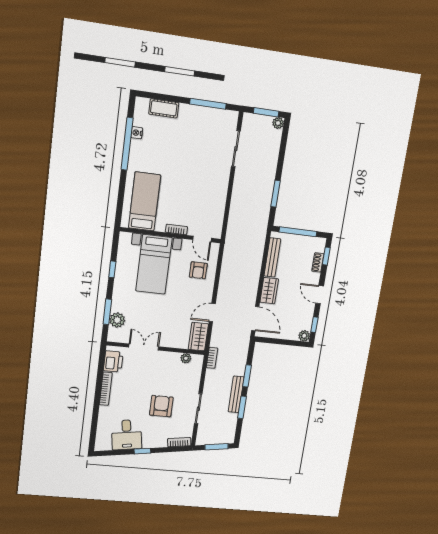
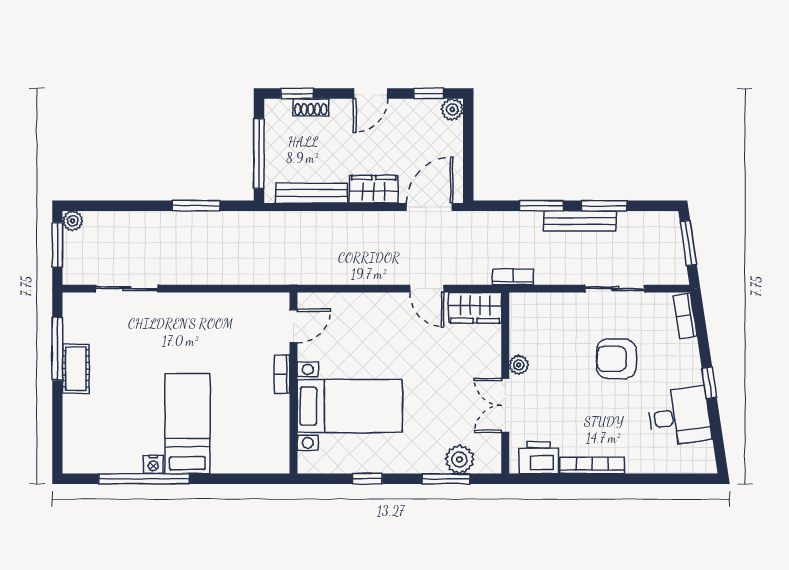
cot: (164, 108) -> (76, 369), moved
nightstand: (137, 133) -> (153, 464), moved
bed: (145, 202) -> (187, 424), moved, turned 90
armchair: (198, 270) -> (351, 325), removed
plant: (186, 358) -> (519, 365), moved

